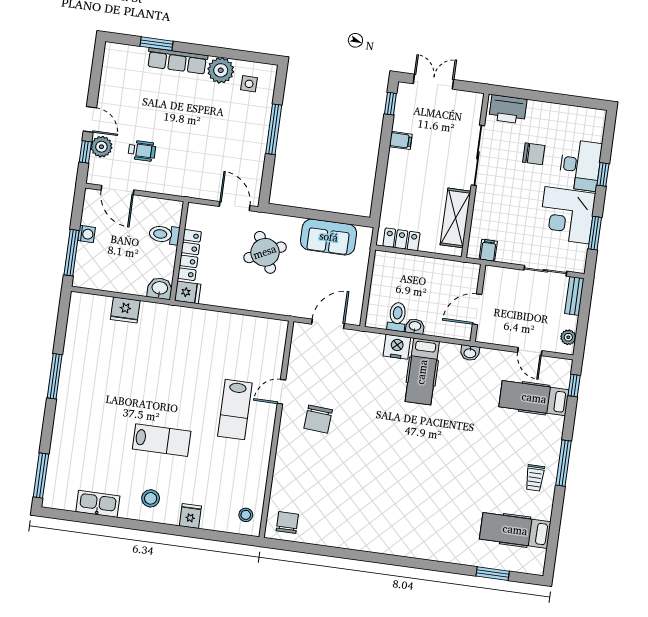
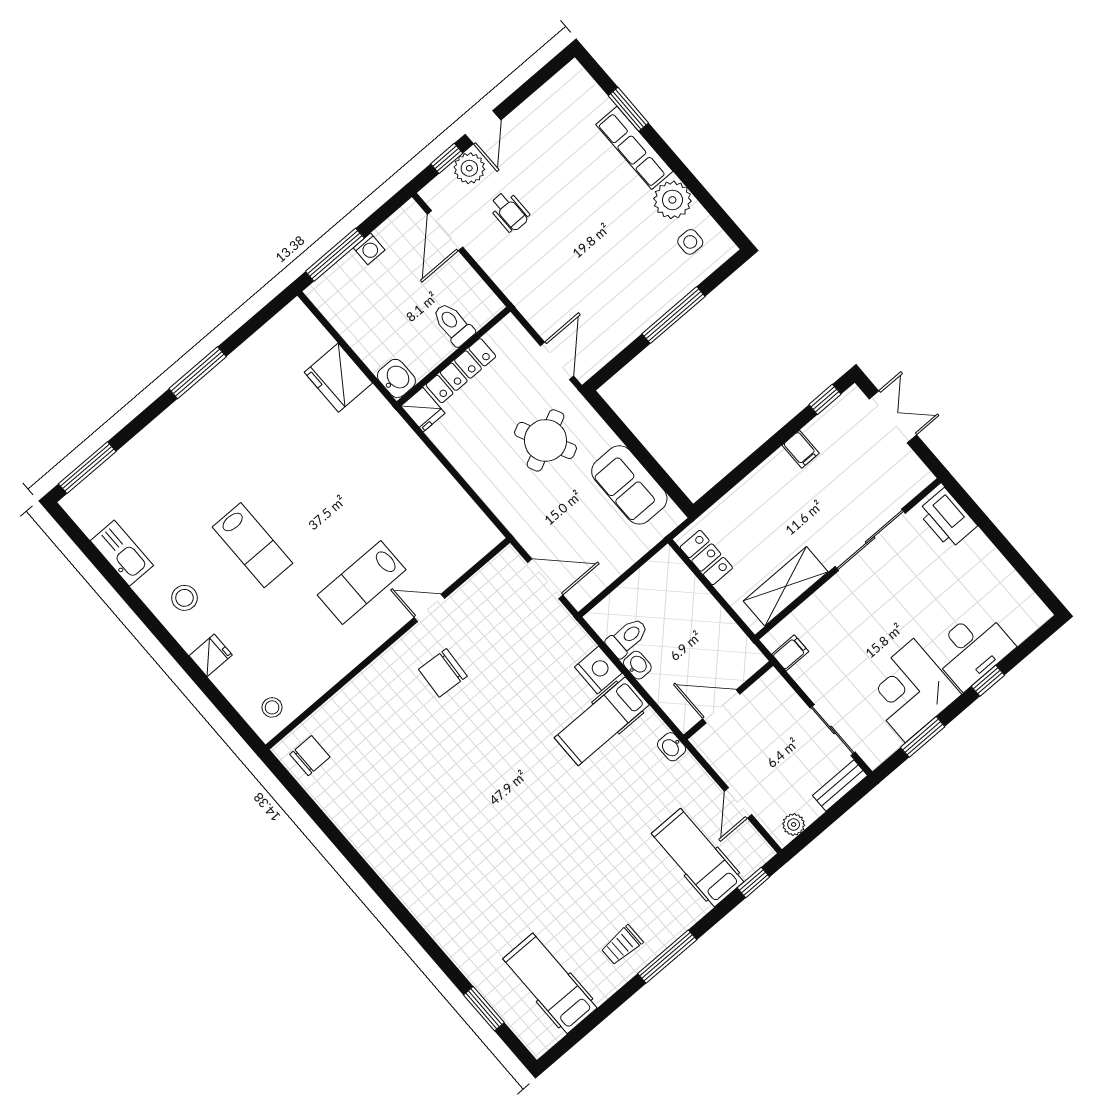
chair: (534, 154) -> (932, 592), removed
fridge: (125, 310) -> (338, 378), width x1.36, depth x1.34

